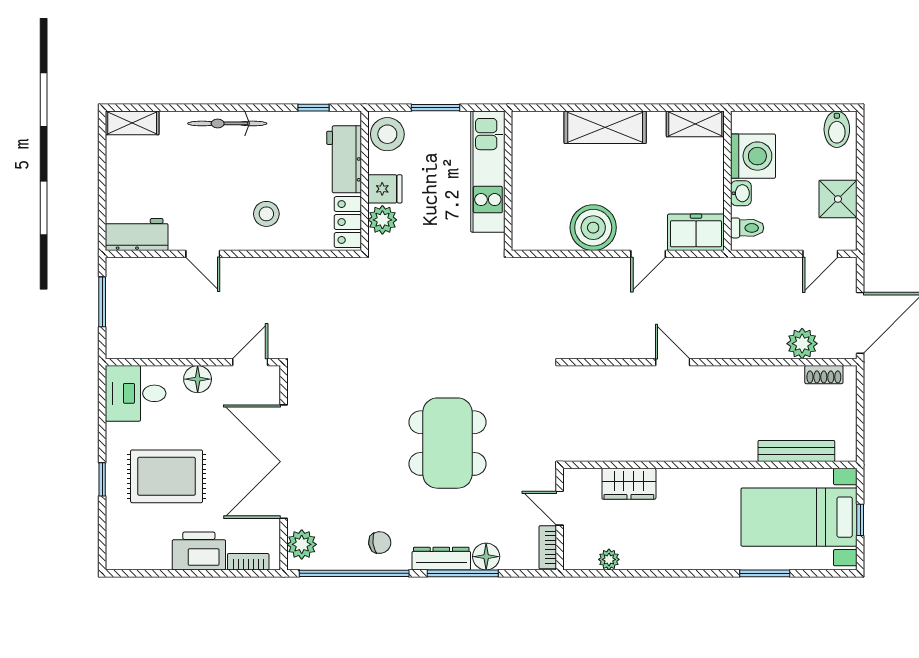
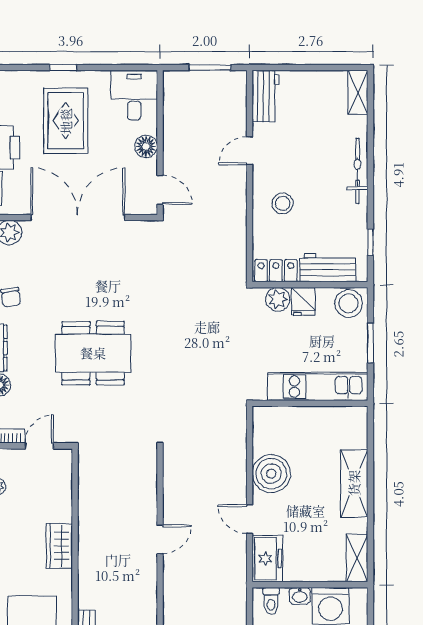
wardrobe: (629, 484) -> (59, 546), moved

